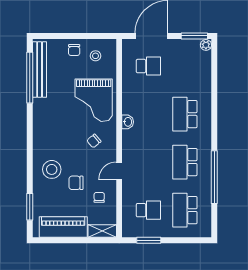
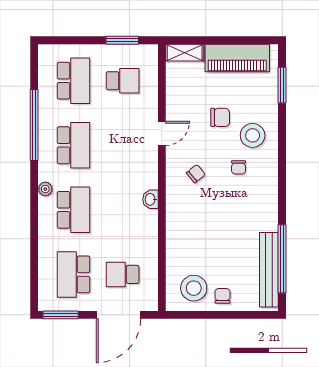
plant: (206, 45) -> (45, 189), moved
stool: (95, 56) -> (194, 288), width x1.89, depth x1.89
school desk: (185, 66) -> (73, 274), added
grand piano: (94, 100) -> (196, 228), removed
chair: (99, 197) -> (239, 167), moved
school desk: (148, 210) -> (123, 81), turned 180

